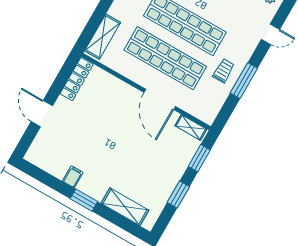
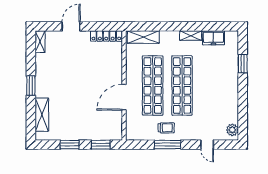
shelving: (191, 127) -> (40, 42), moved
filing cabinet: (73, 177) -> (42, 70), removed

